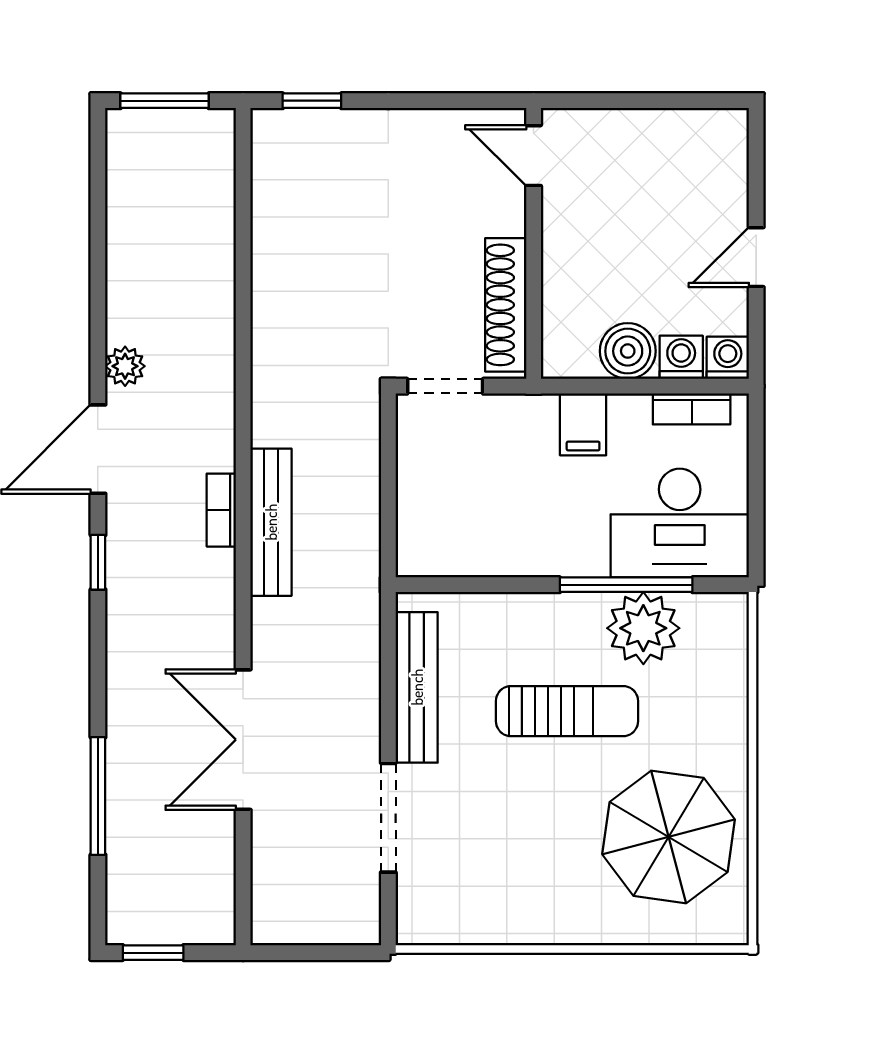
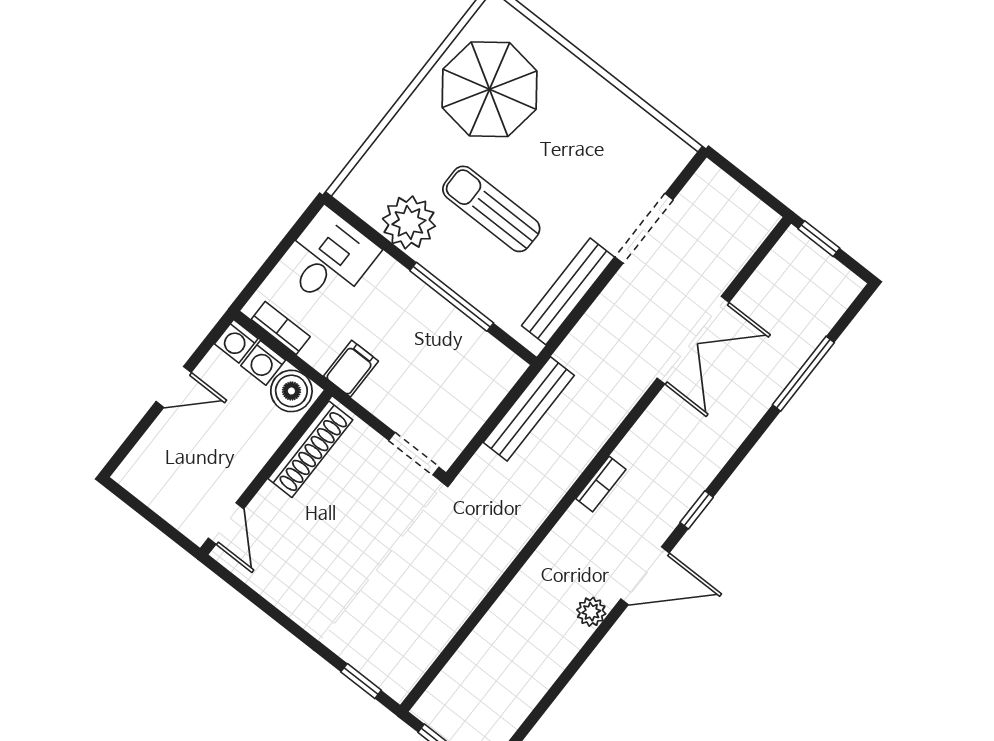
door: (534, 156) -> (226, 524), moved
wall: (534, 243) -> (266, 472), moved
shoe rack: (506, 305) -> (310, 449), moved
bench: (271, 522) -> (529, 409), moved
desk: (680, 523) -> (329, 258), width x0.73
window: (626, 585) -> (452, 297), moved
window: (153, 953) -> (819, 239), moved

